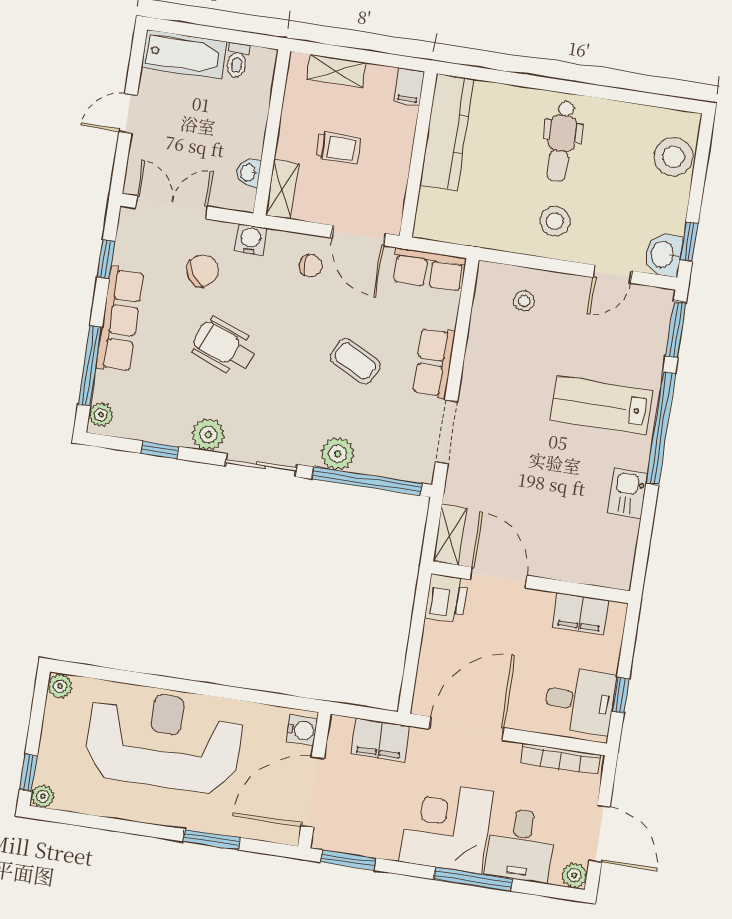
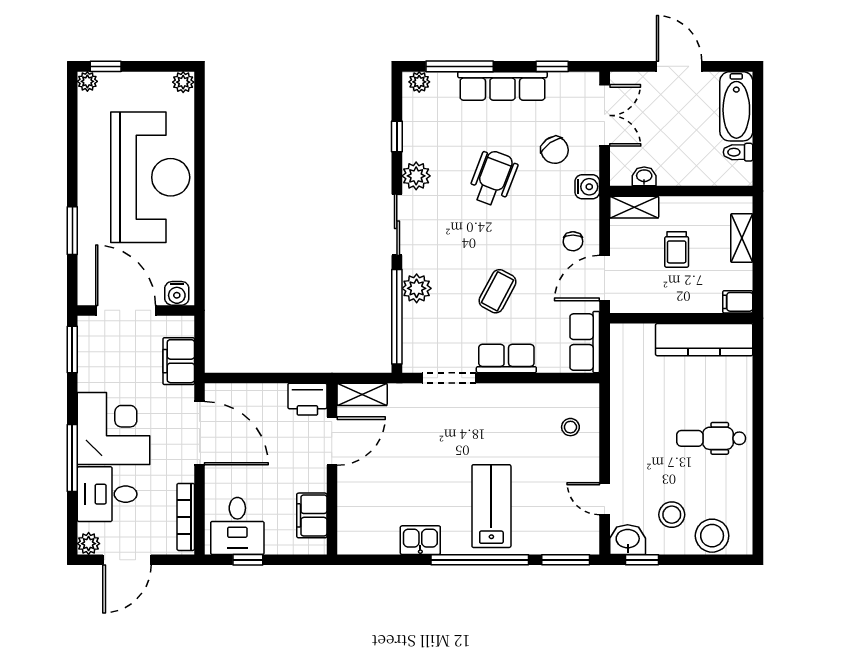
door: (128, 113) -> (679, 66), width x1.37
stool: (555, 221) -> (672, 515), moved

